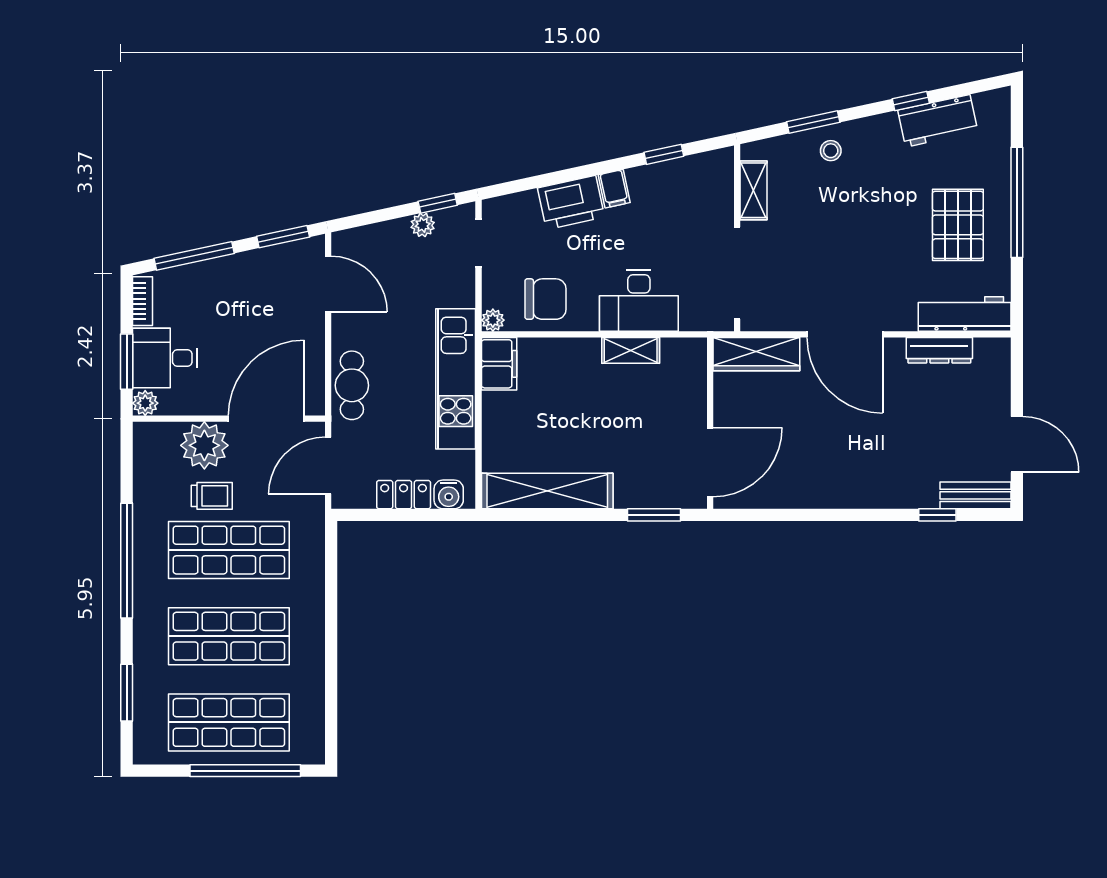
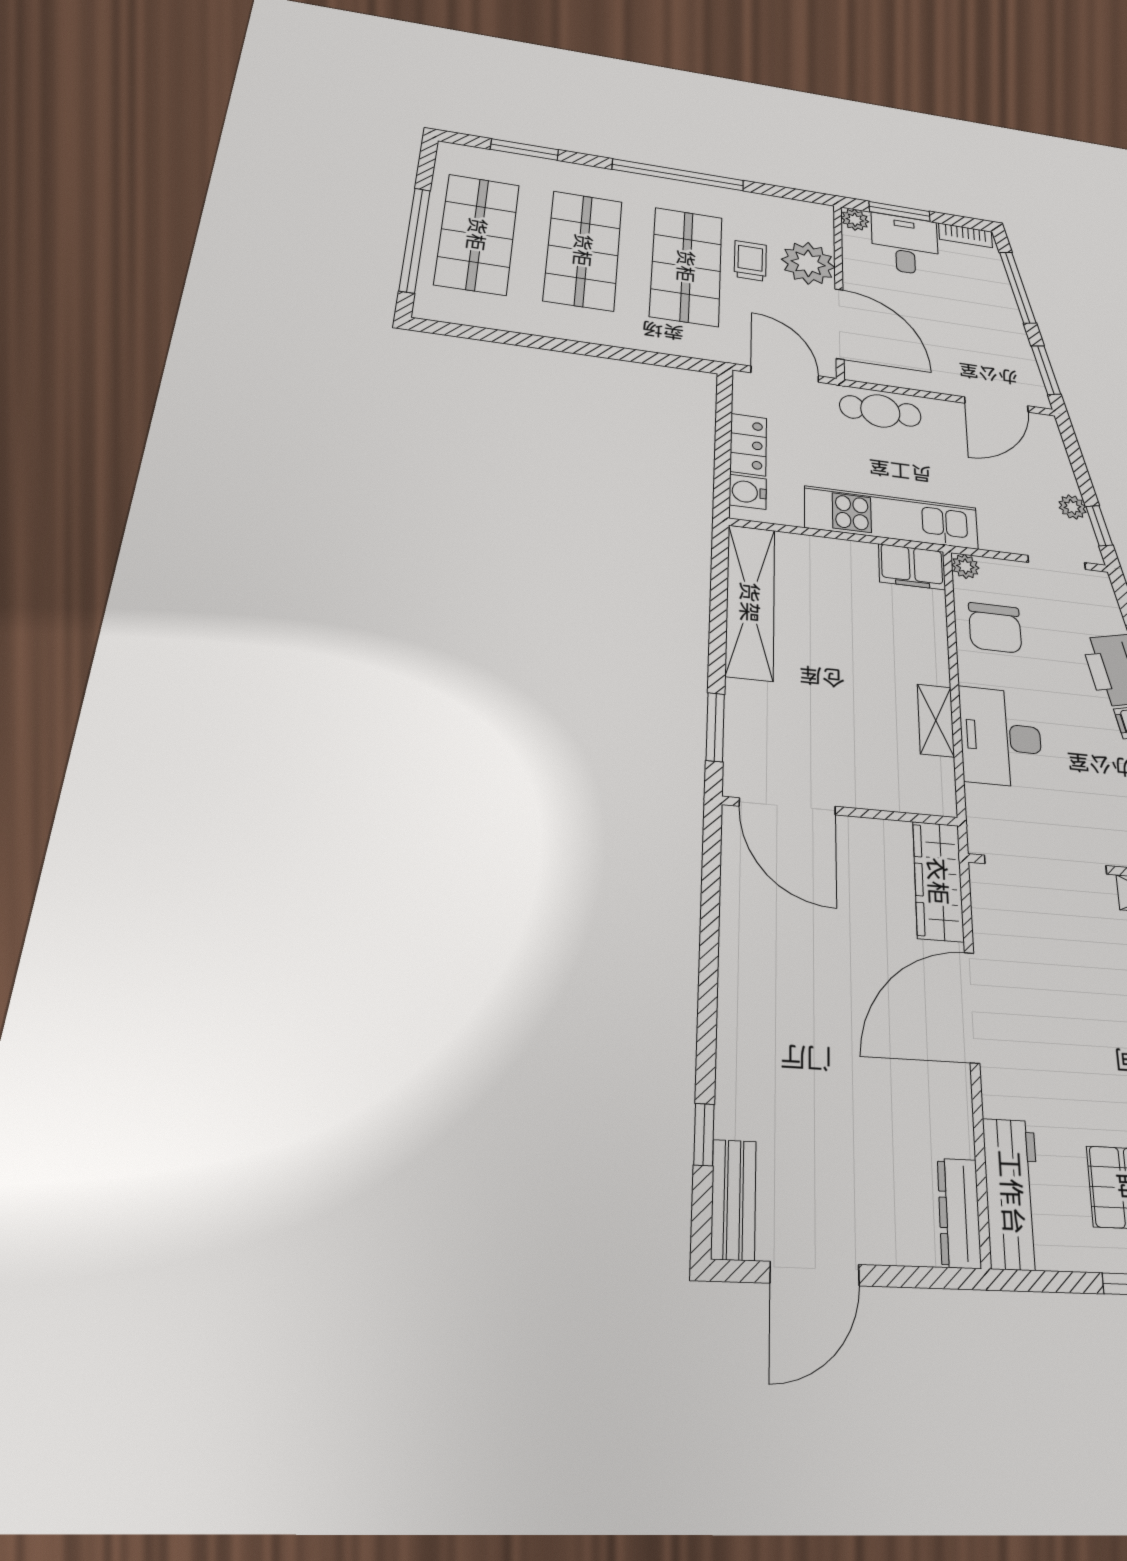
dresser: (939, 350) -> (959, 1213), moved
trolley: (212, 496) -> (750, 261), turned 180

